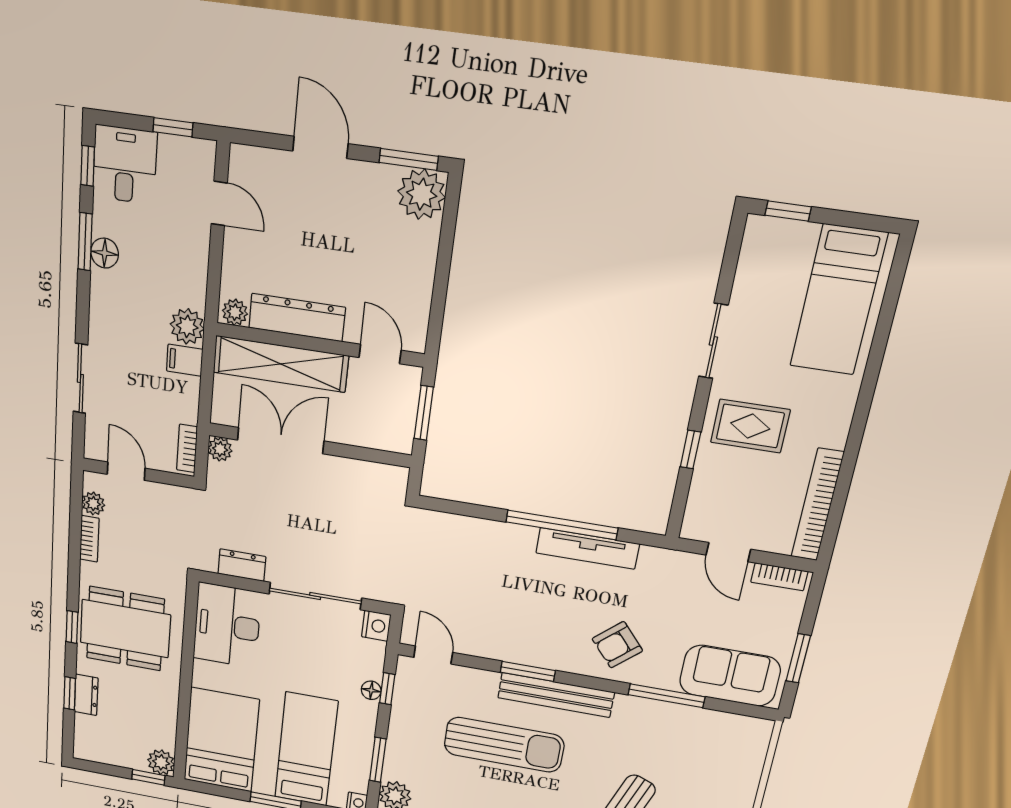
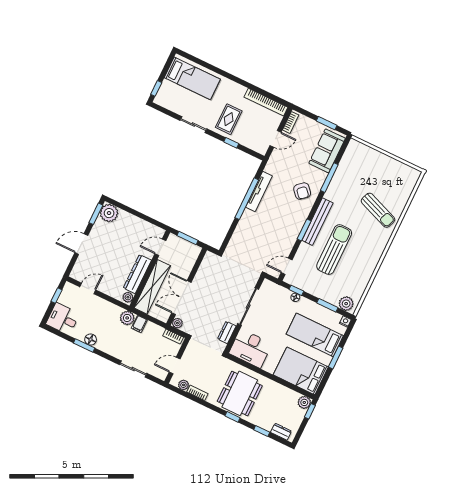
window: (88, 166) -> (59, 333), removed
nightstand: (376, 626) -> (268, 286), removed
dresser: (86, 695) -> (281, 432), moved

